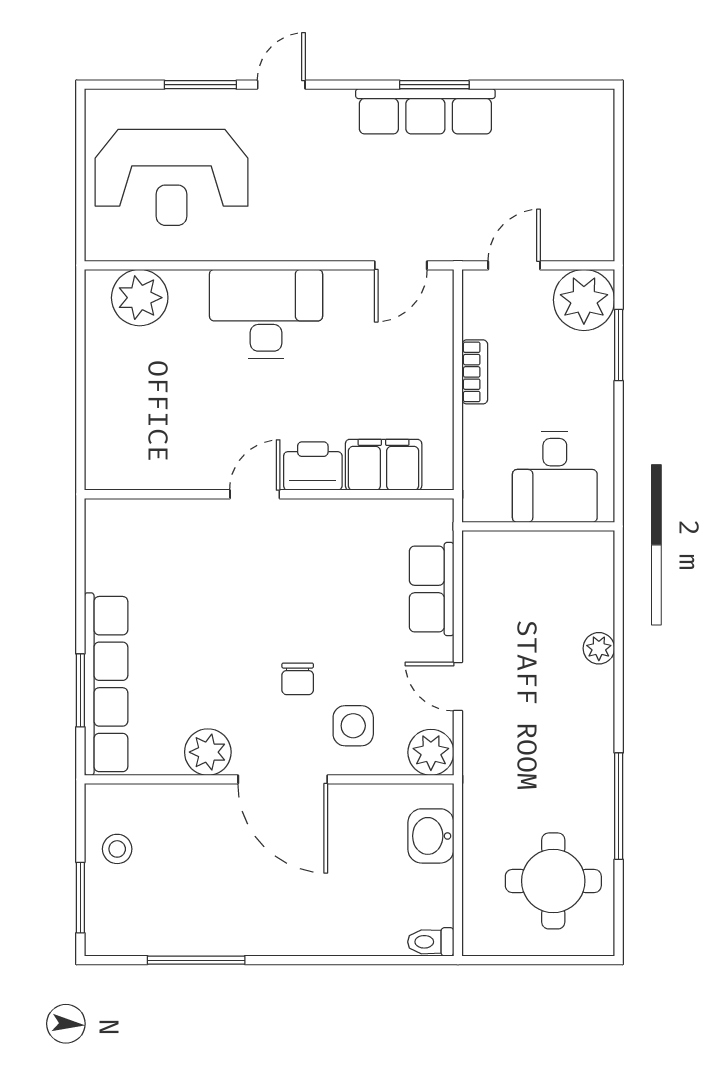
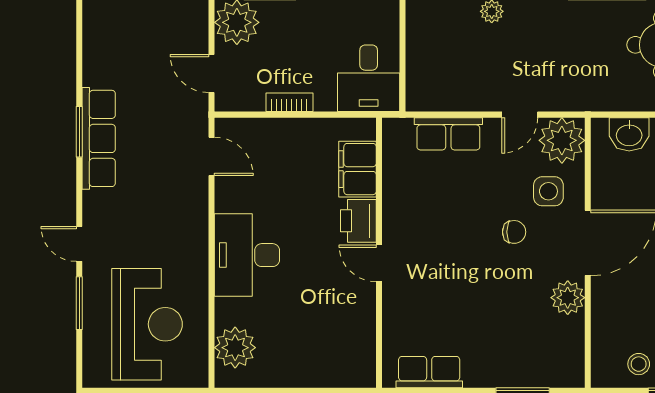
desk: (555, 477) -> (369, 78), moved, turned 90
row of seats: (106, 684) -> (429, 372), moved, width x0.50
plant: (431, 752) -> (562, 140), width x1.36, depth x1.36

